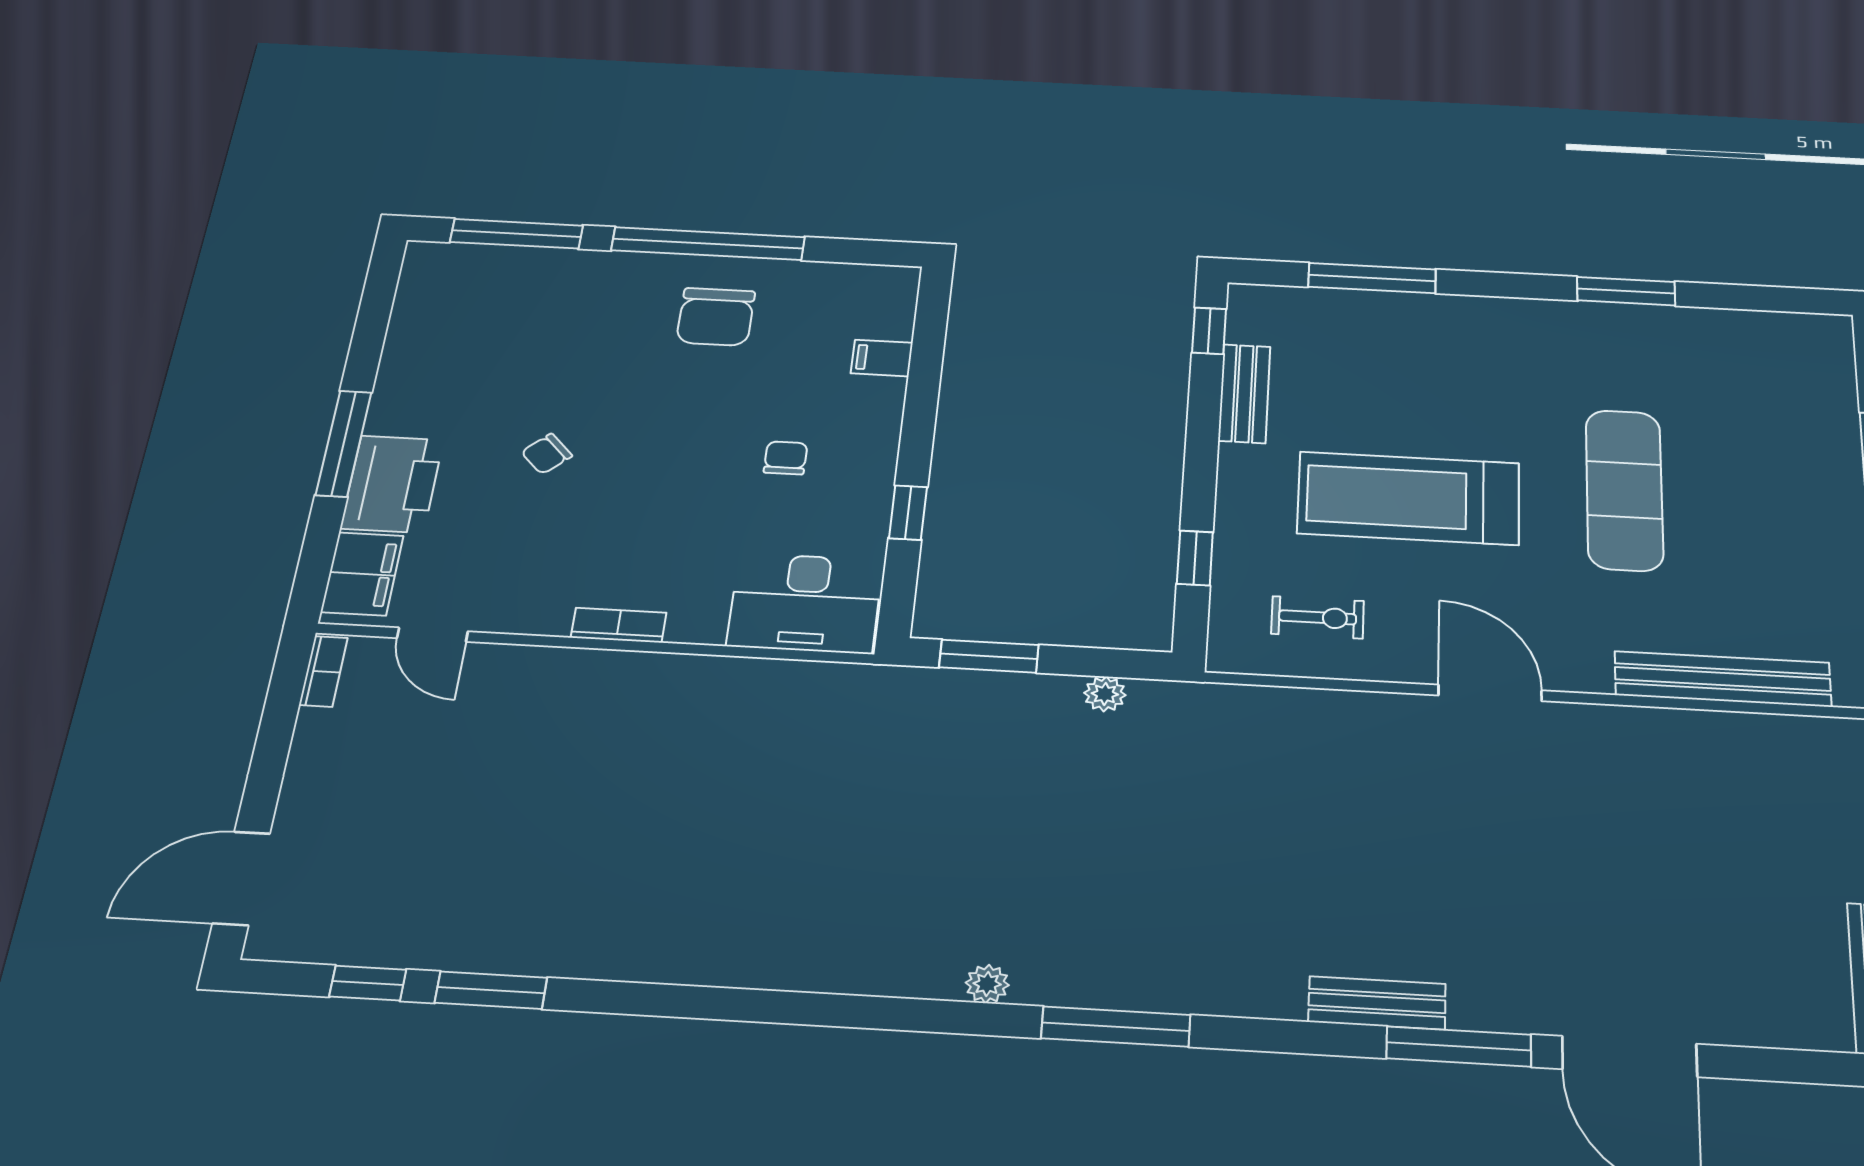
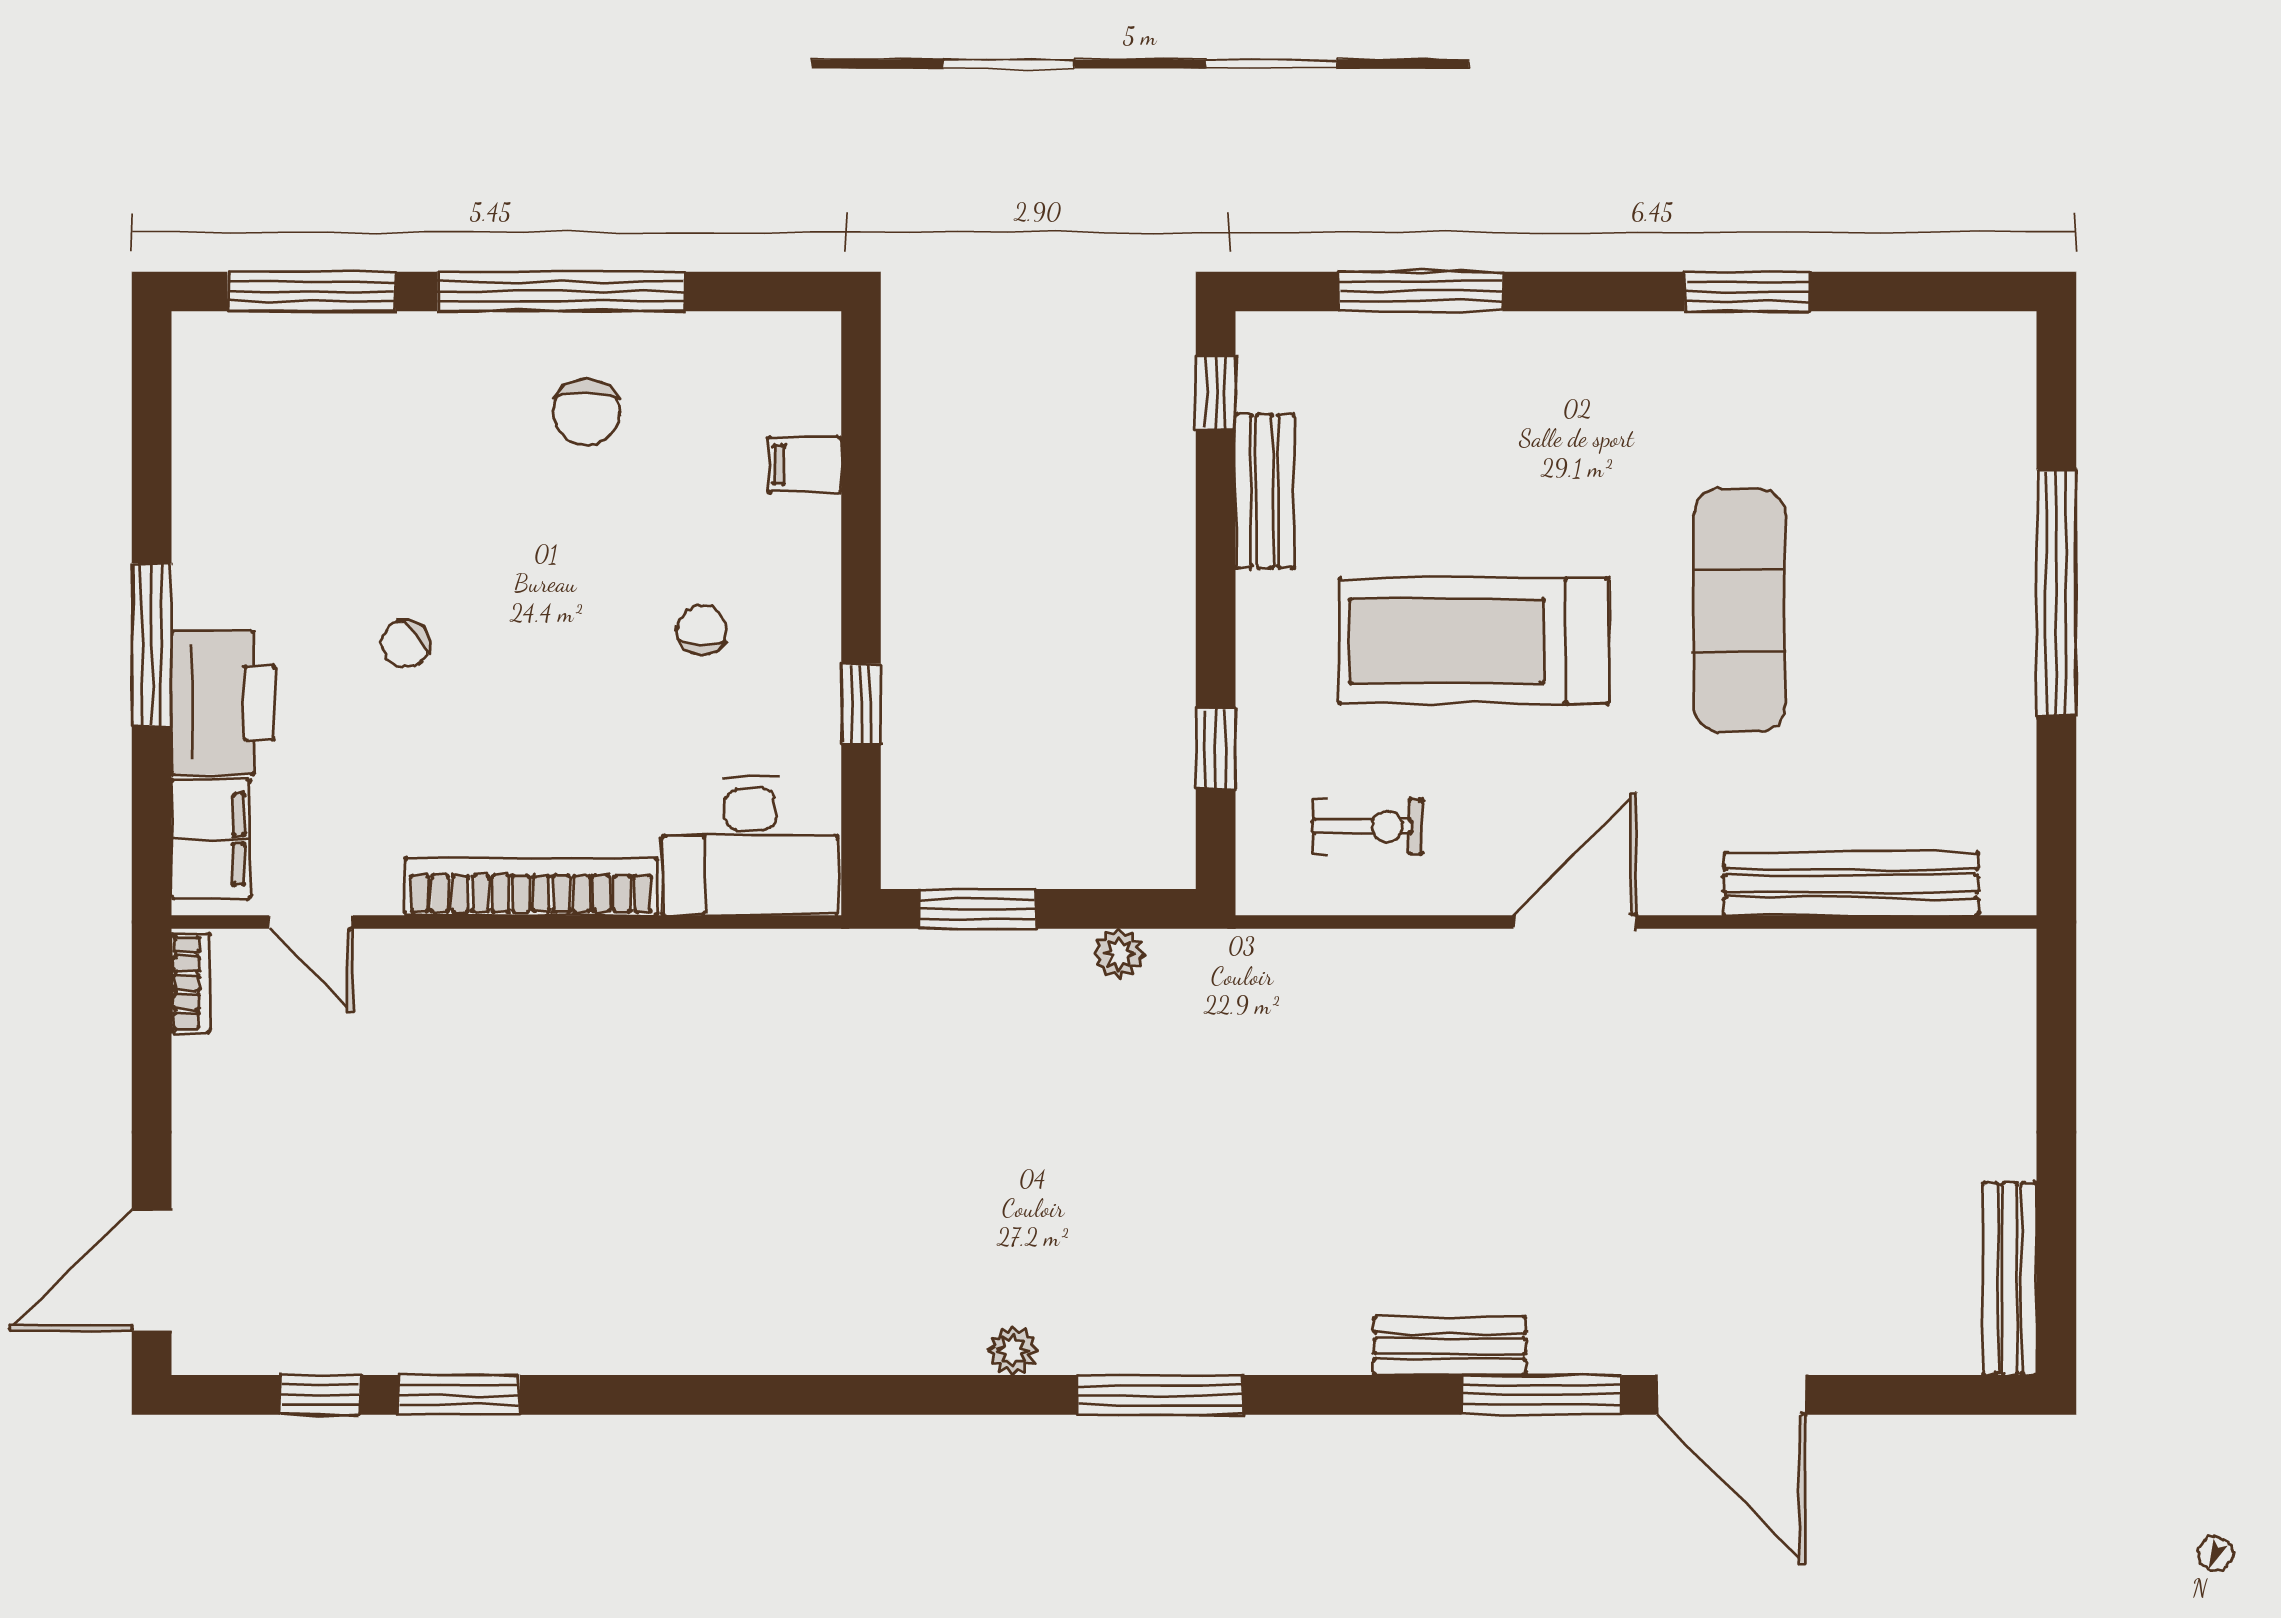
chair: (716, 317) -> (587, 412), width x0.73, depth x0.73
bookcase: (619, 625) -> (531, 887), width x2.31, depth x1.31
door: (1490, 693) -> (1575, 922), hinge flipped

